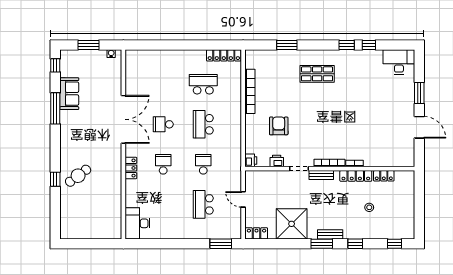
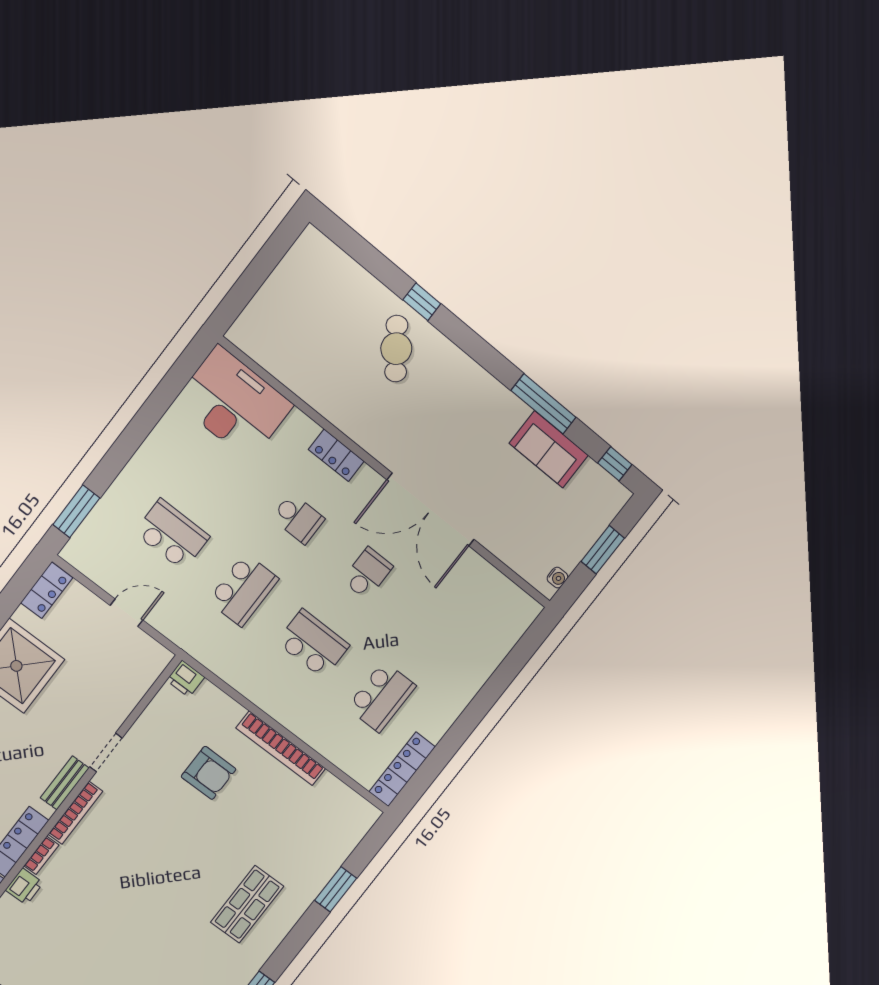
bookcase: (250, 91) -> (281, 748), moved
printer: (277, 161) -> (24, 886), moved
school desk: (203, 164) -> (243, 590), width x1.85
desk: (137, 223) -> (234, 403), width x1.36, depth x1.30

